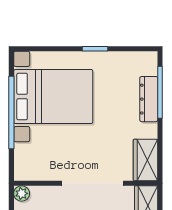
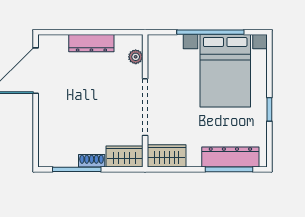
dresser: (149, 99) -> (230, 157), width x1.37, depth x1.24
plant: (22, 193) -> (136, 57), moved

